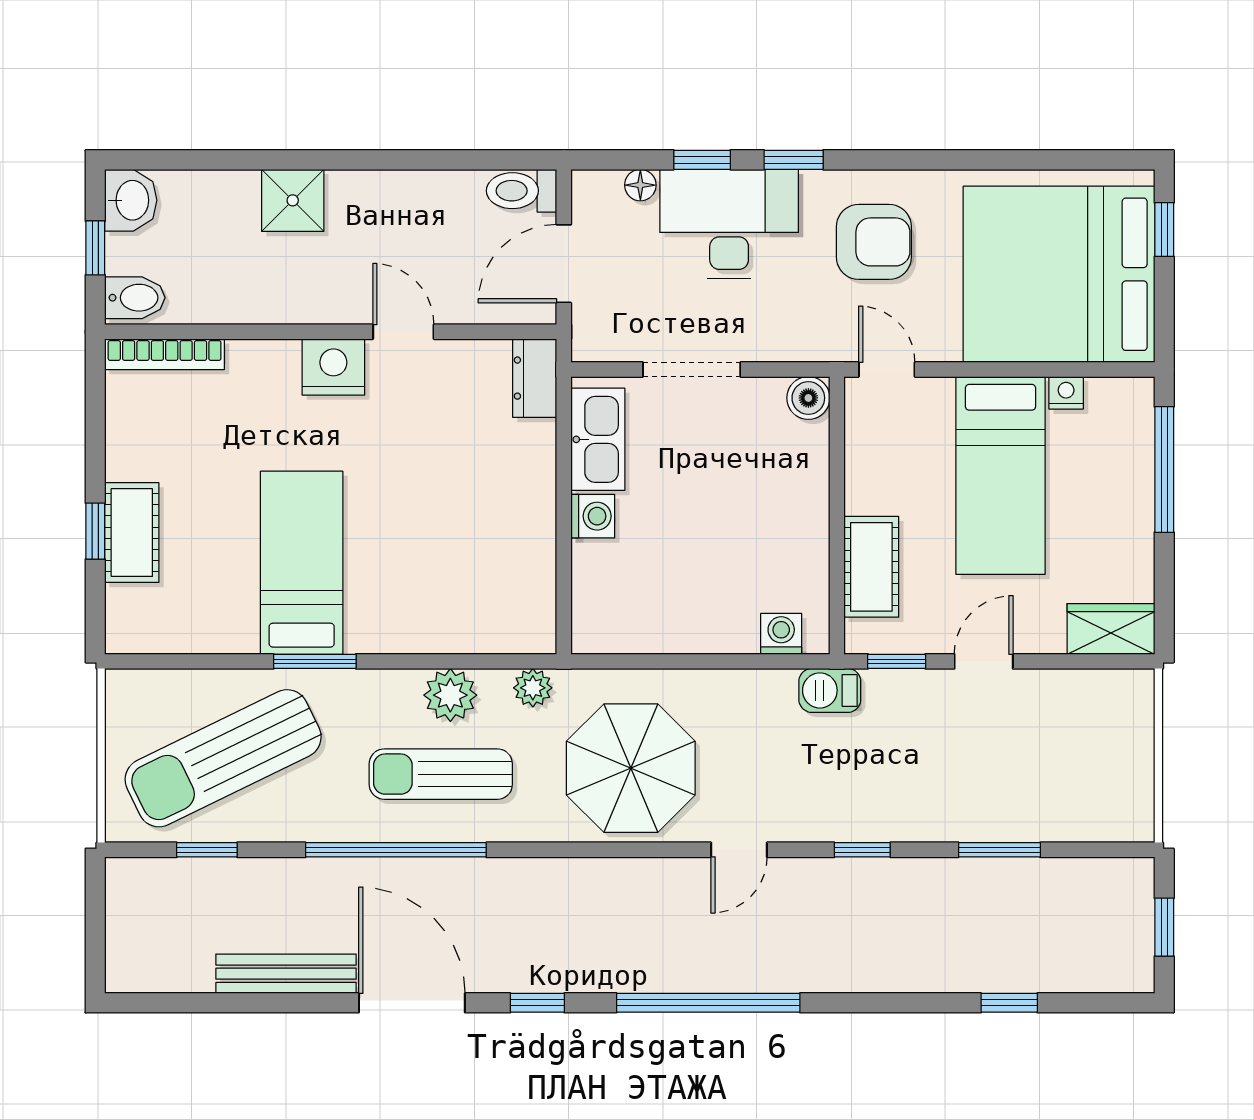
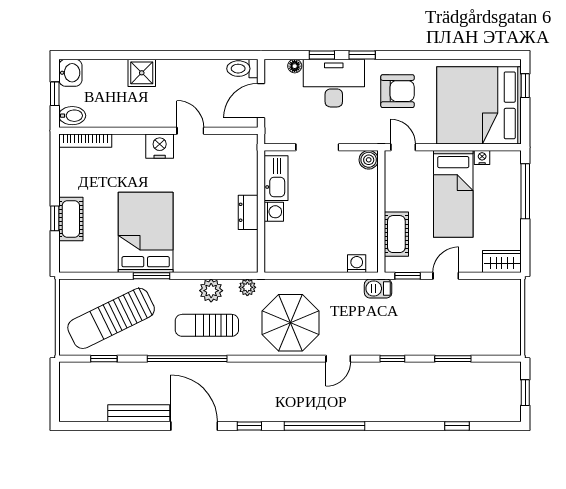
dresser: (535, 378) -> (248, 212), moved
bed: (302, 563) -> (146, 232), width x1.50

